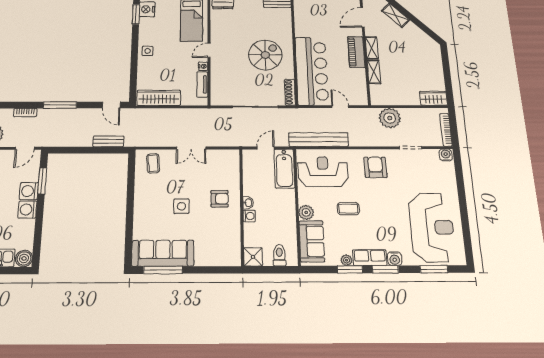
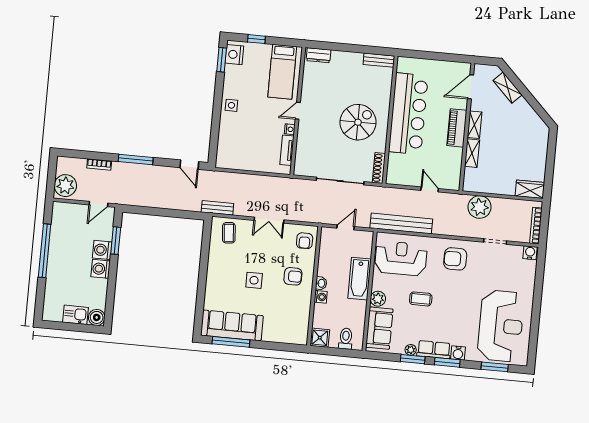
bar counter: (312, 71) -> (408, 114), moved
wardrobe: (159, 98) -> (240, 161), removed
bench: (108, 141) -> (217, 208), moved
armchair: (227, 164) -> (305, 241), added
armchair: (375, 167) -> (455, 259), turned -90
bathtub: (284, 169) -> (359, 279), moved

